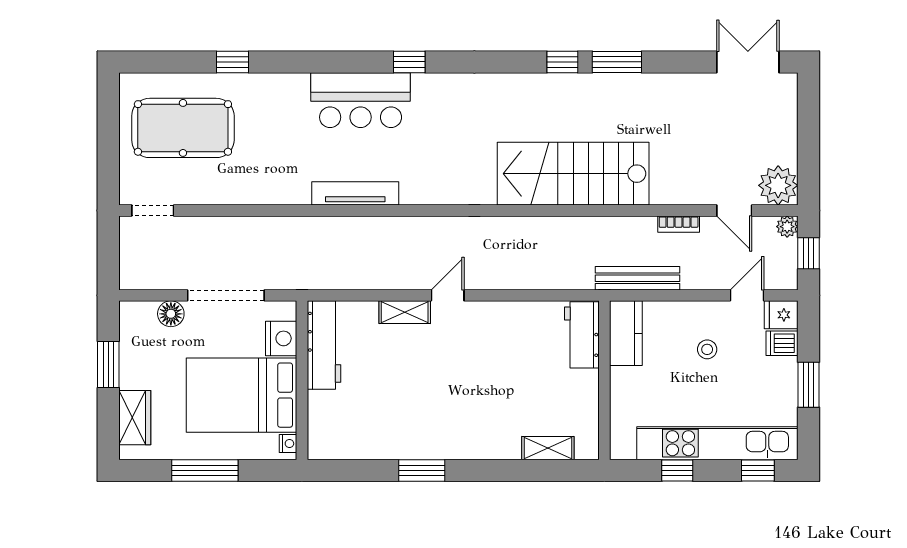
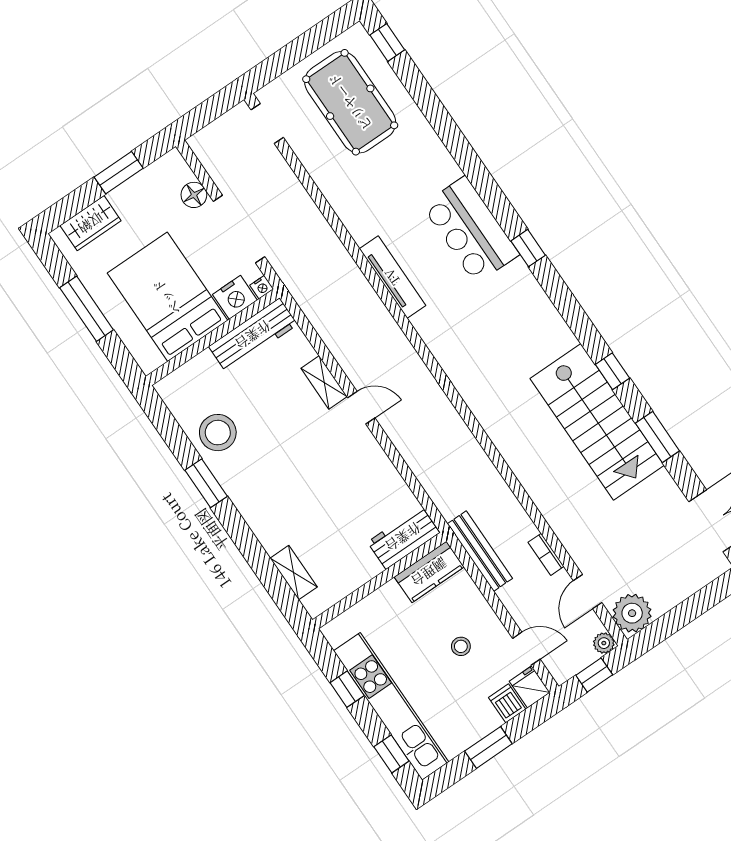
window: (232, 62) -> (387, 42), moved
window: (617, 62) -> (657, 437), moved
stairs: (573, 174) -> (597, 422), moved, turned 180
stool: (386, 431) -> (218, 433), added
nightstand: (288, 444) -> (262, 287), moved

